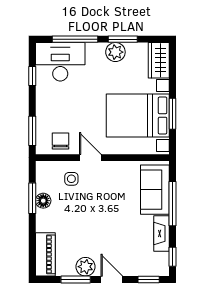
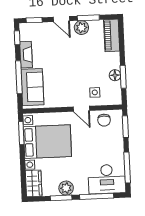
window: (32, 76) -> (127, 168), width x2.17
window: (172, 114) -> (21, 133), moved

